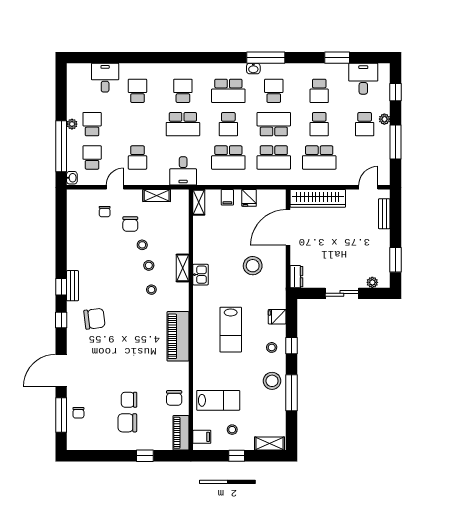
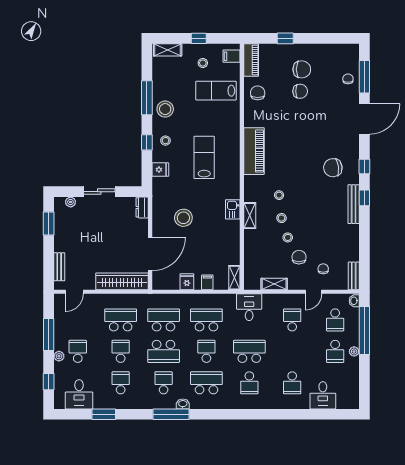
school desk: (274, 91) -> (164, 383), turned 180
bench: (72, 204) -> (354, 276), added
bench: (72, 286) -> (354, 204), width x1.36

